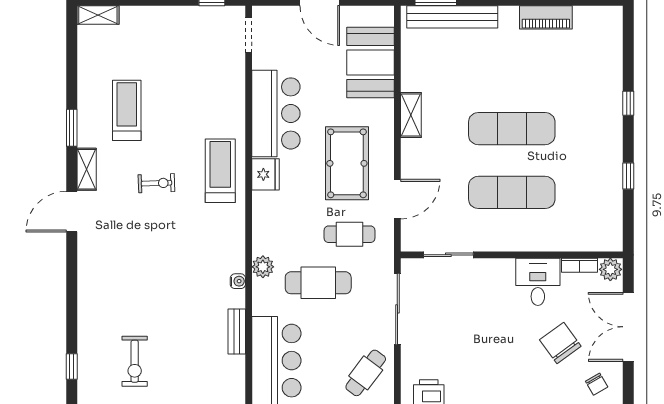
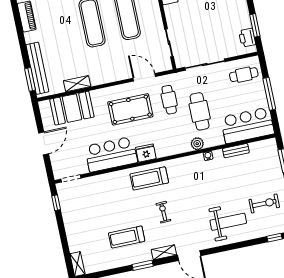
shelving: (411, 115) -> (77, 84), moved
weight bench: (116, 292) -> (228, 222), added
cafe table: (366, 373) -> (244, 75), turned -37

